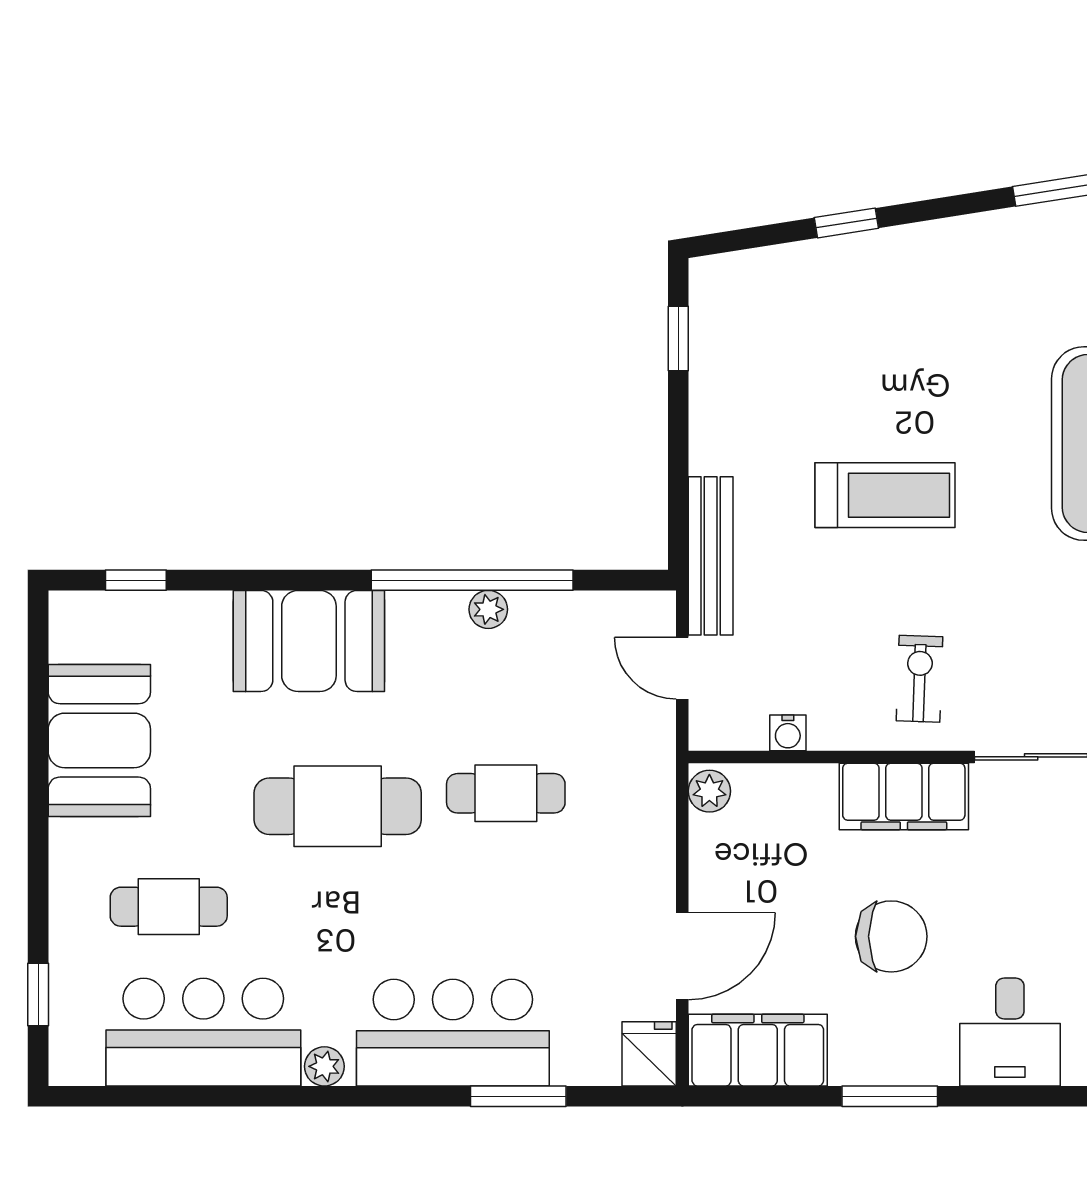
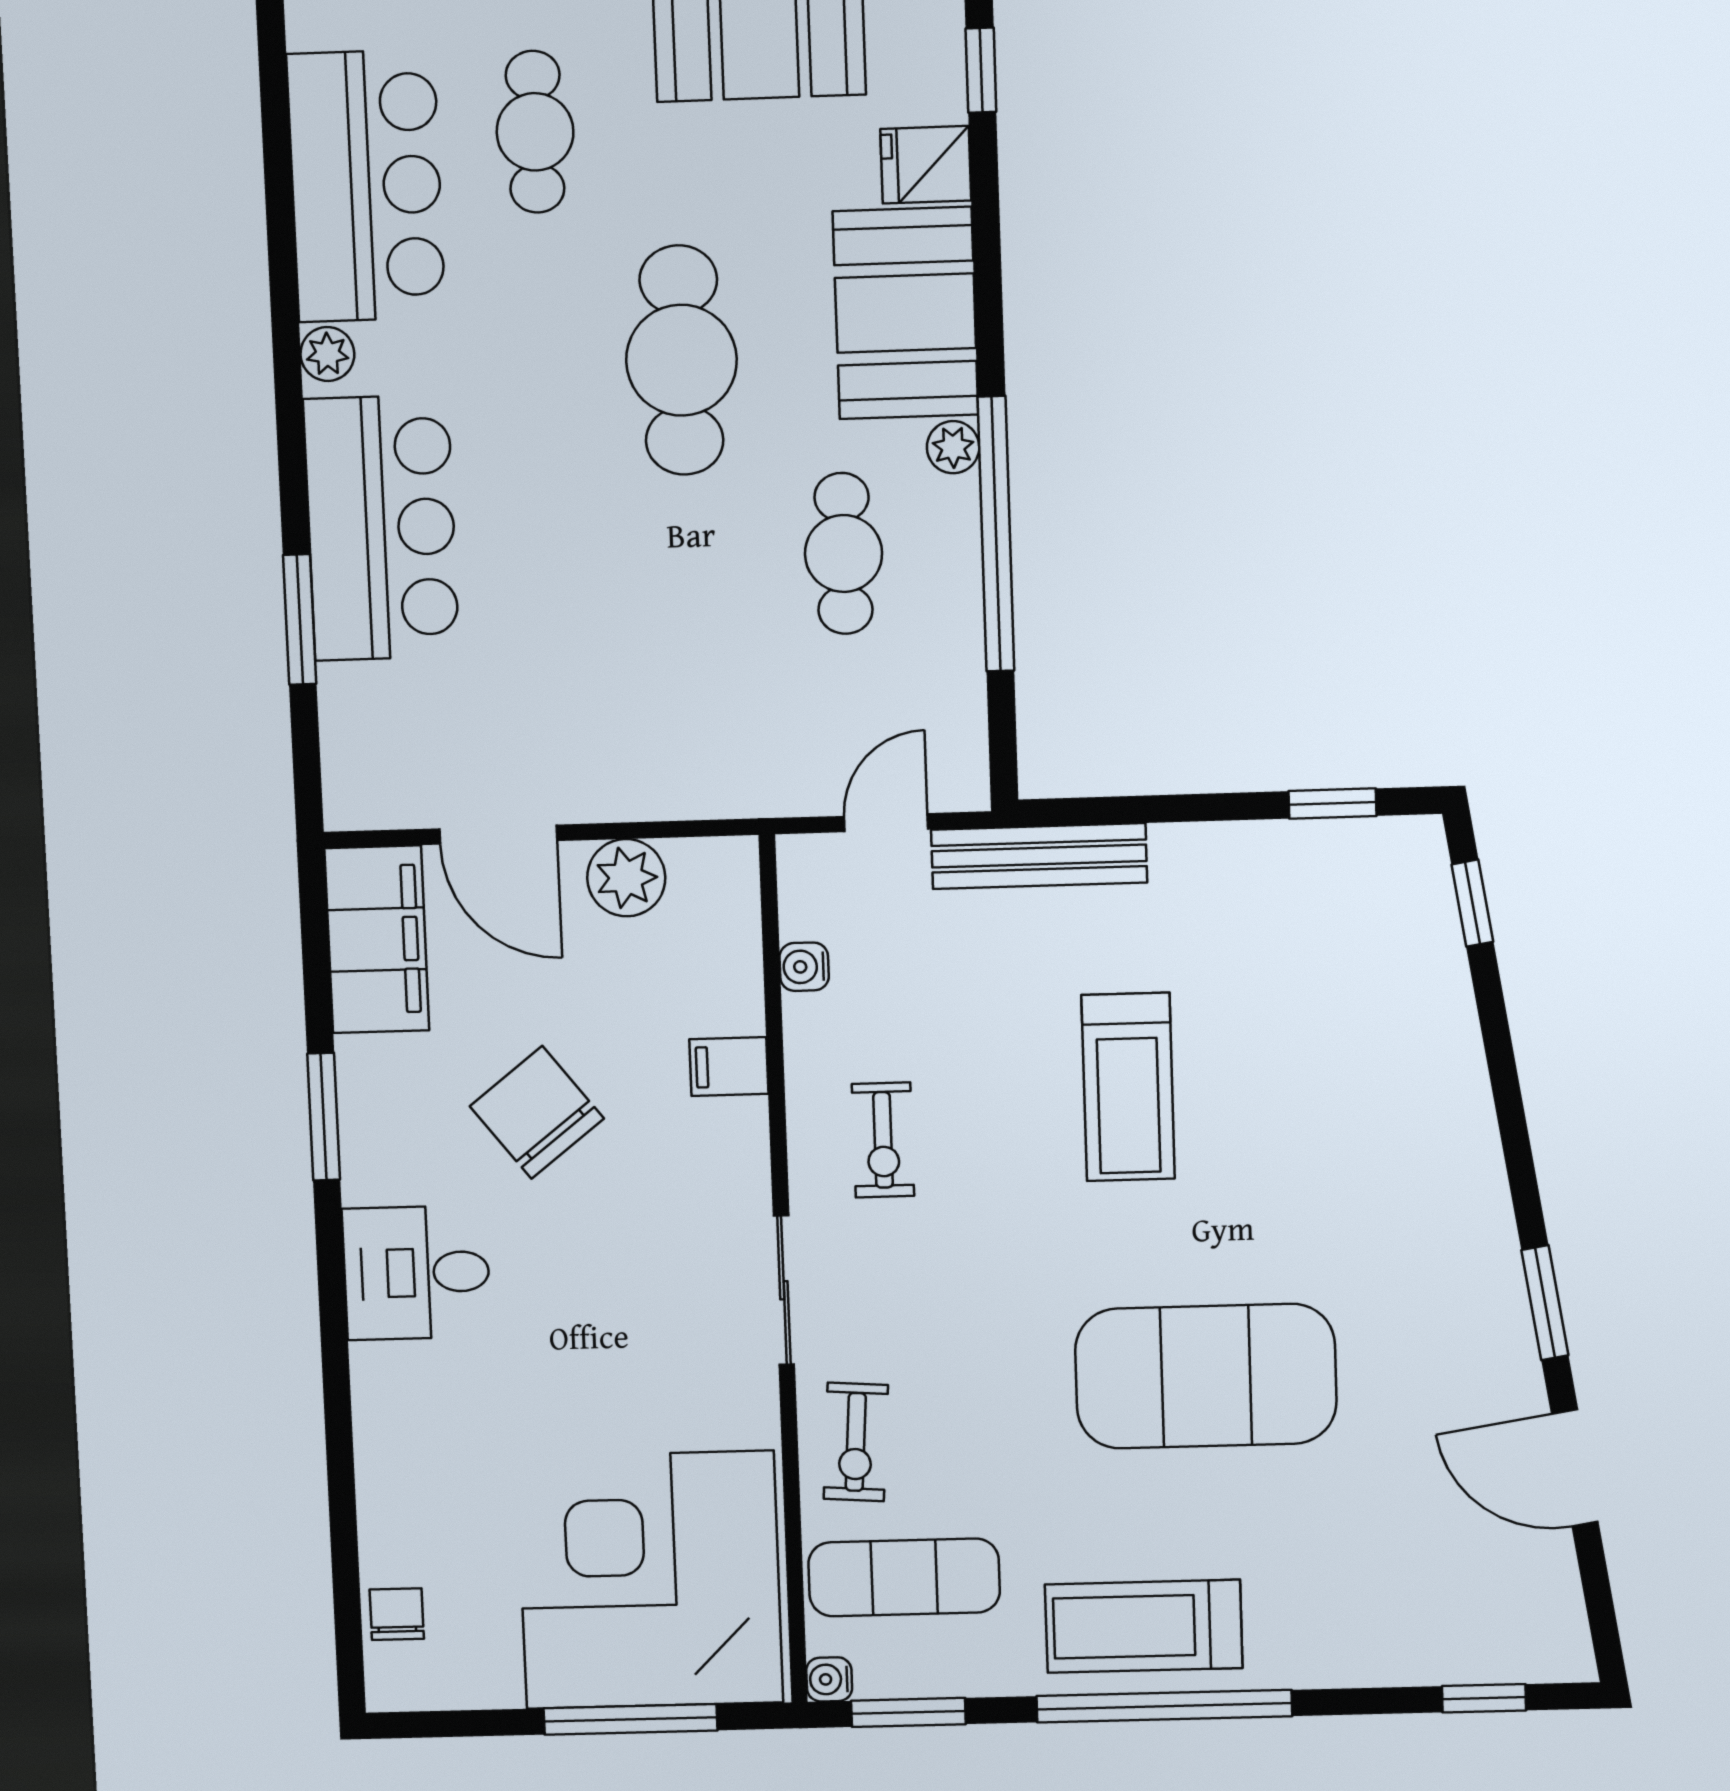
window: (846, 223) -> (1472, 903), moved
plant: (488, 609) -> (953, 447), moved
exercise bike: (919, 679) -> (883, 1140), turned 88
plant: (709, 791) -> (626, 878), moved, width x1.38, depth x1.38
cafe table: (506, 793) -> (844, 553), moved
filing cabinet: (904, 796) -> (729, 1067), width x0.33, depth x0.86
chair: (891, 936) -> (537, 1112), turned 142
fridge: (649, 1054) -> (926, 165), moved, turned 180

